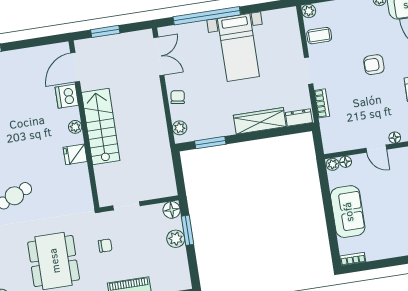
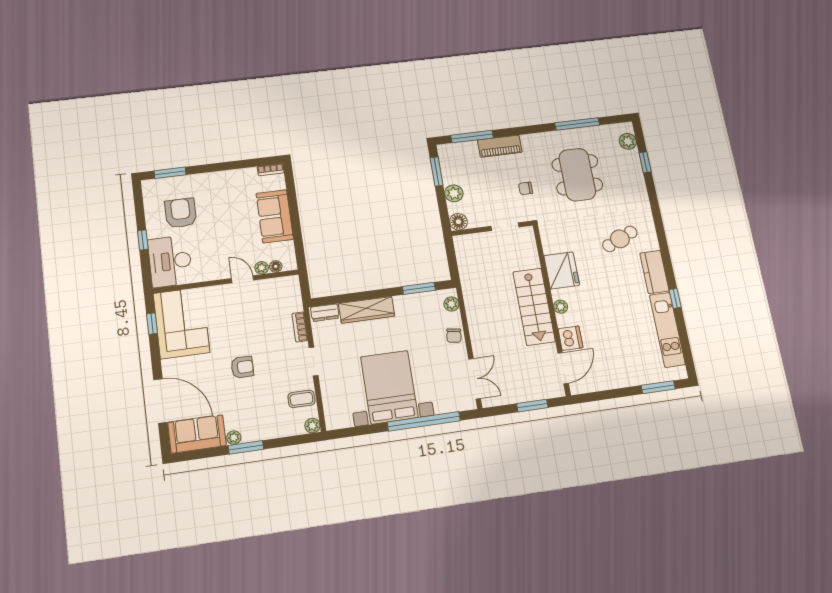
bed with nightstands: (238, 47) -> (389, 387), width x1.36
double door: (159, 56) -> (475, 379), swing flipped
floor lamp: (395, 138) -> (222, 290), removed
fridge: (75, 154) -> (562, 270), width x1.88, depth x1.34
plant: (333, 164) -> (262, 268), moved
window: (187, 230) -> (437, 171), moved

